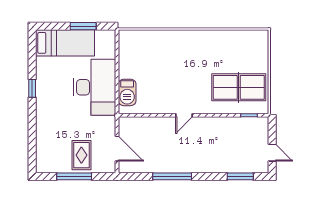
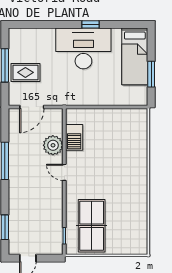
desk: (94, 87) -> (83, 48), moved, turned 180
barbecue: (127, 92) -> (74, 137), moved, turned -90
plant: (156, 127) -> (53, 145), added

